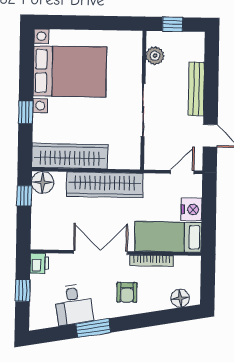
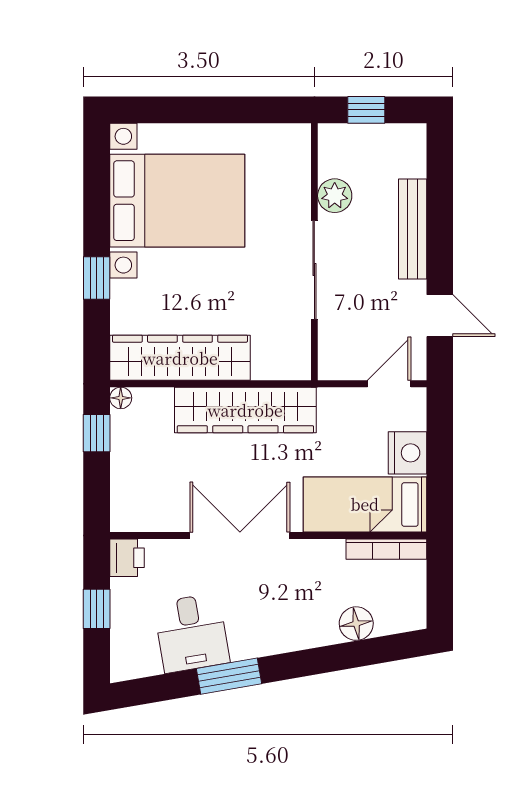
plant: (155, 56) -> (335, 196), moved
floor lamp: (43, 182) -> (121, 398), width x0.53, depth x0.53
bookcase: (152, 261) -> (386, 549), moved
armchair: (127, 292) -> (290, 609), removed
floor lamp: (180, 298) -> (356, 624), moved

